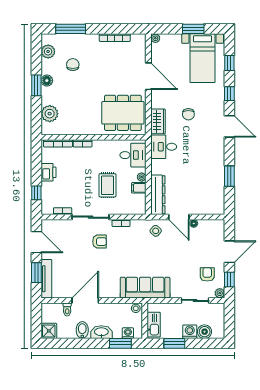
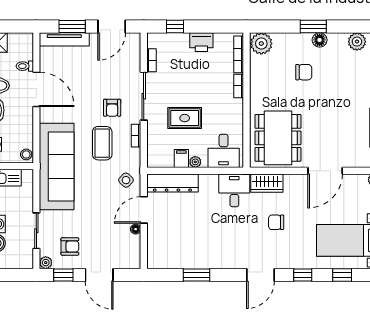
chair: (73, 65) -> (304, 72), moved
plant: (50, 114) -> (261, 44), moved
coffee table: (127, 249) -> (102, 143), added
sofa: (145, 288) -> (57, 166), width x1.36, depth x1.27

